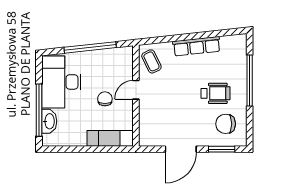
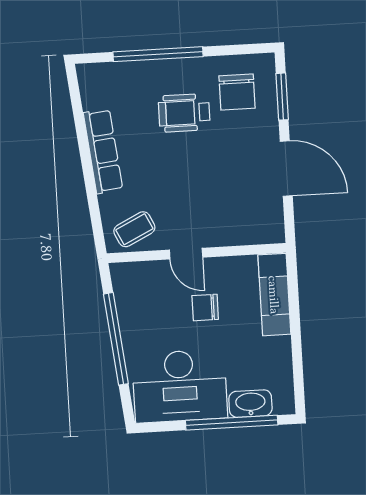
wheelchair: (216, 93) -> (184, 113), turned -90

